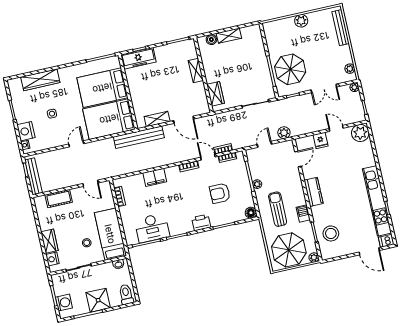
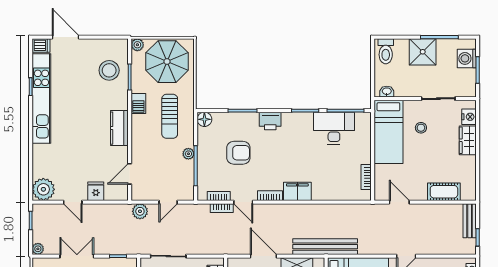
bench: (33, 176) -> (470, 221), width x0.73
filing cabinet: (155, 177) -> (297, 191), moved

